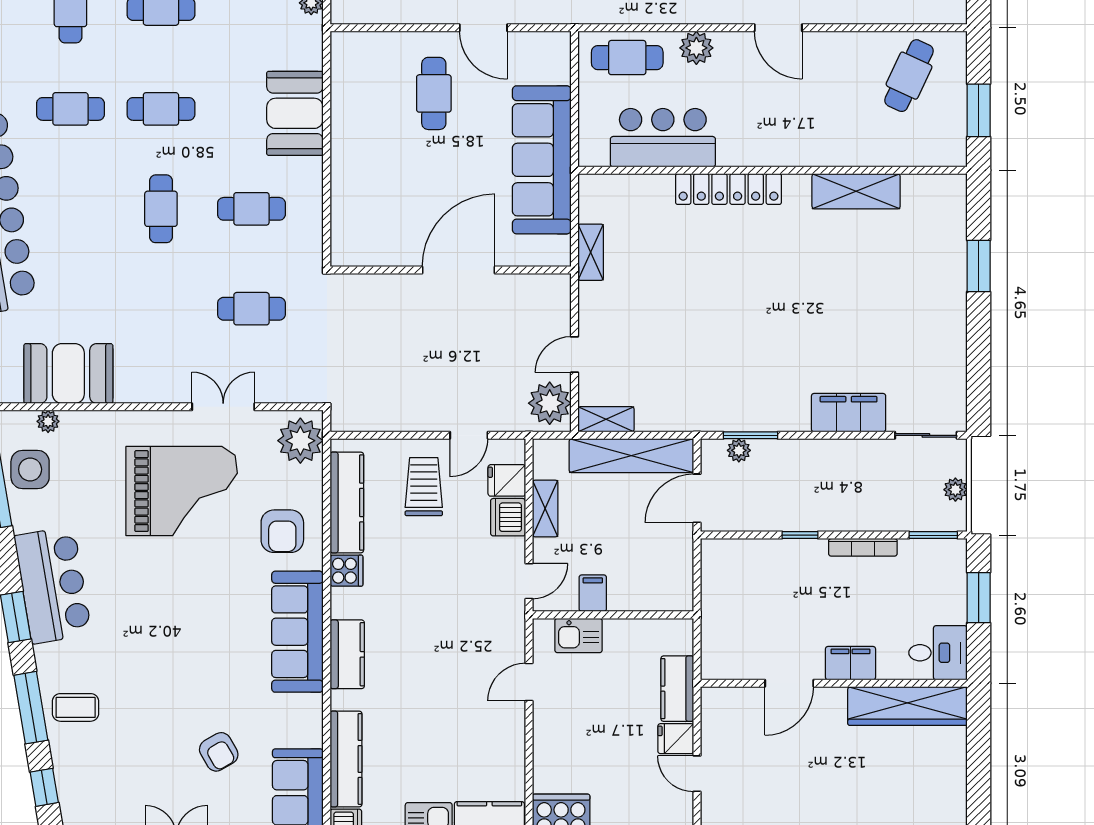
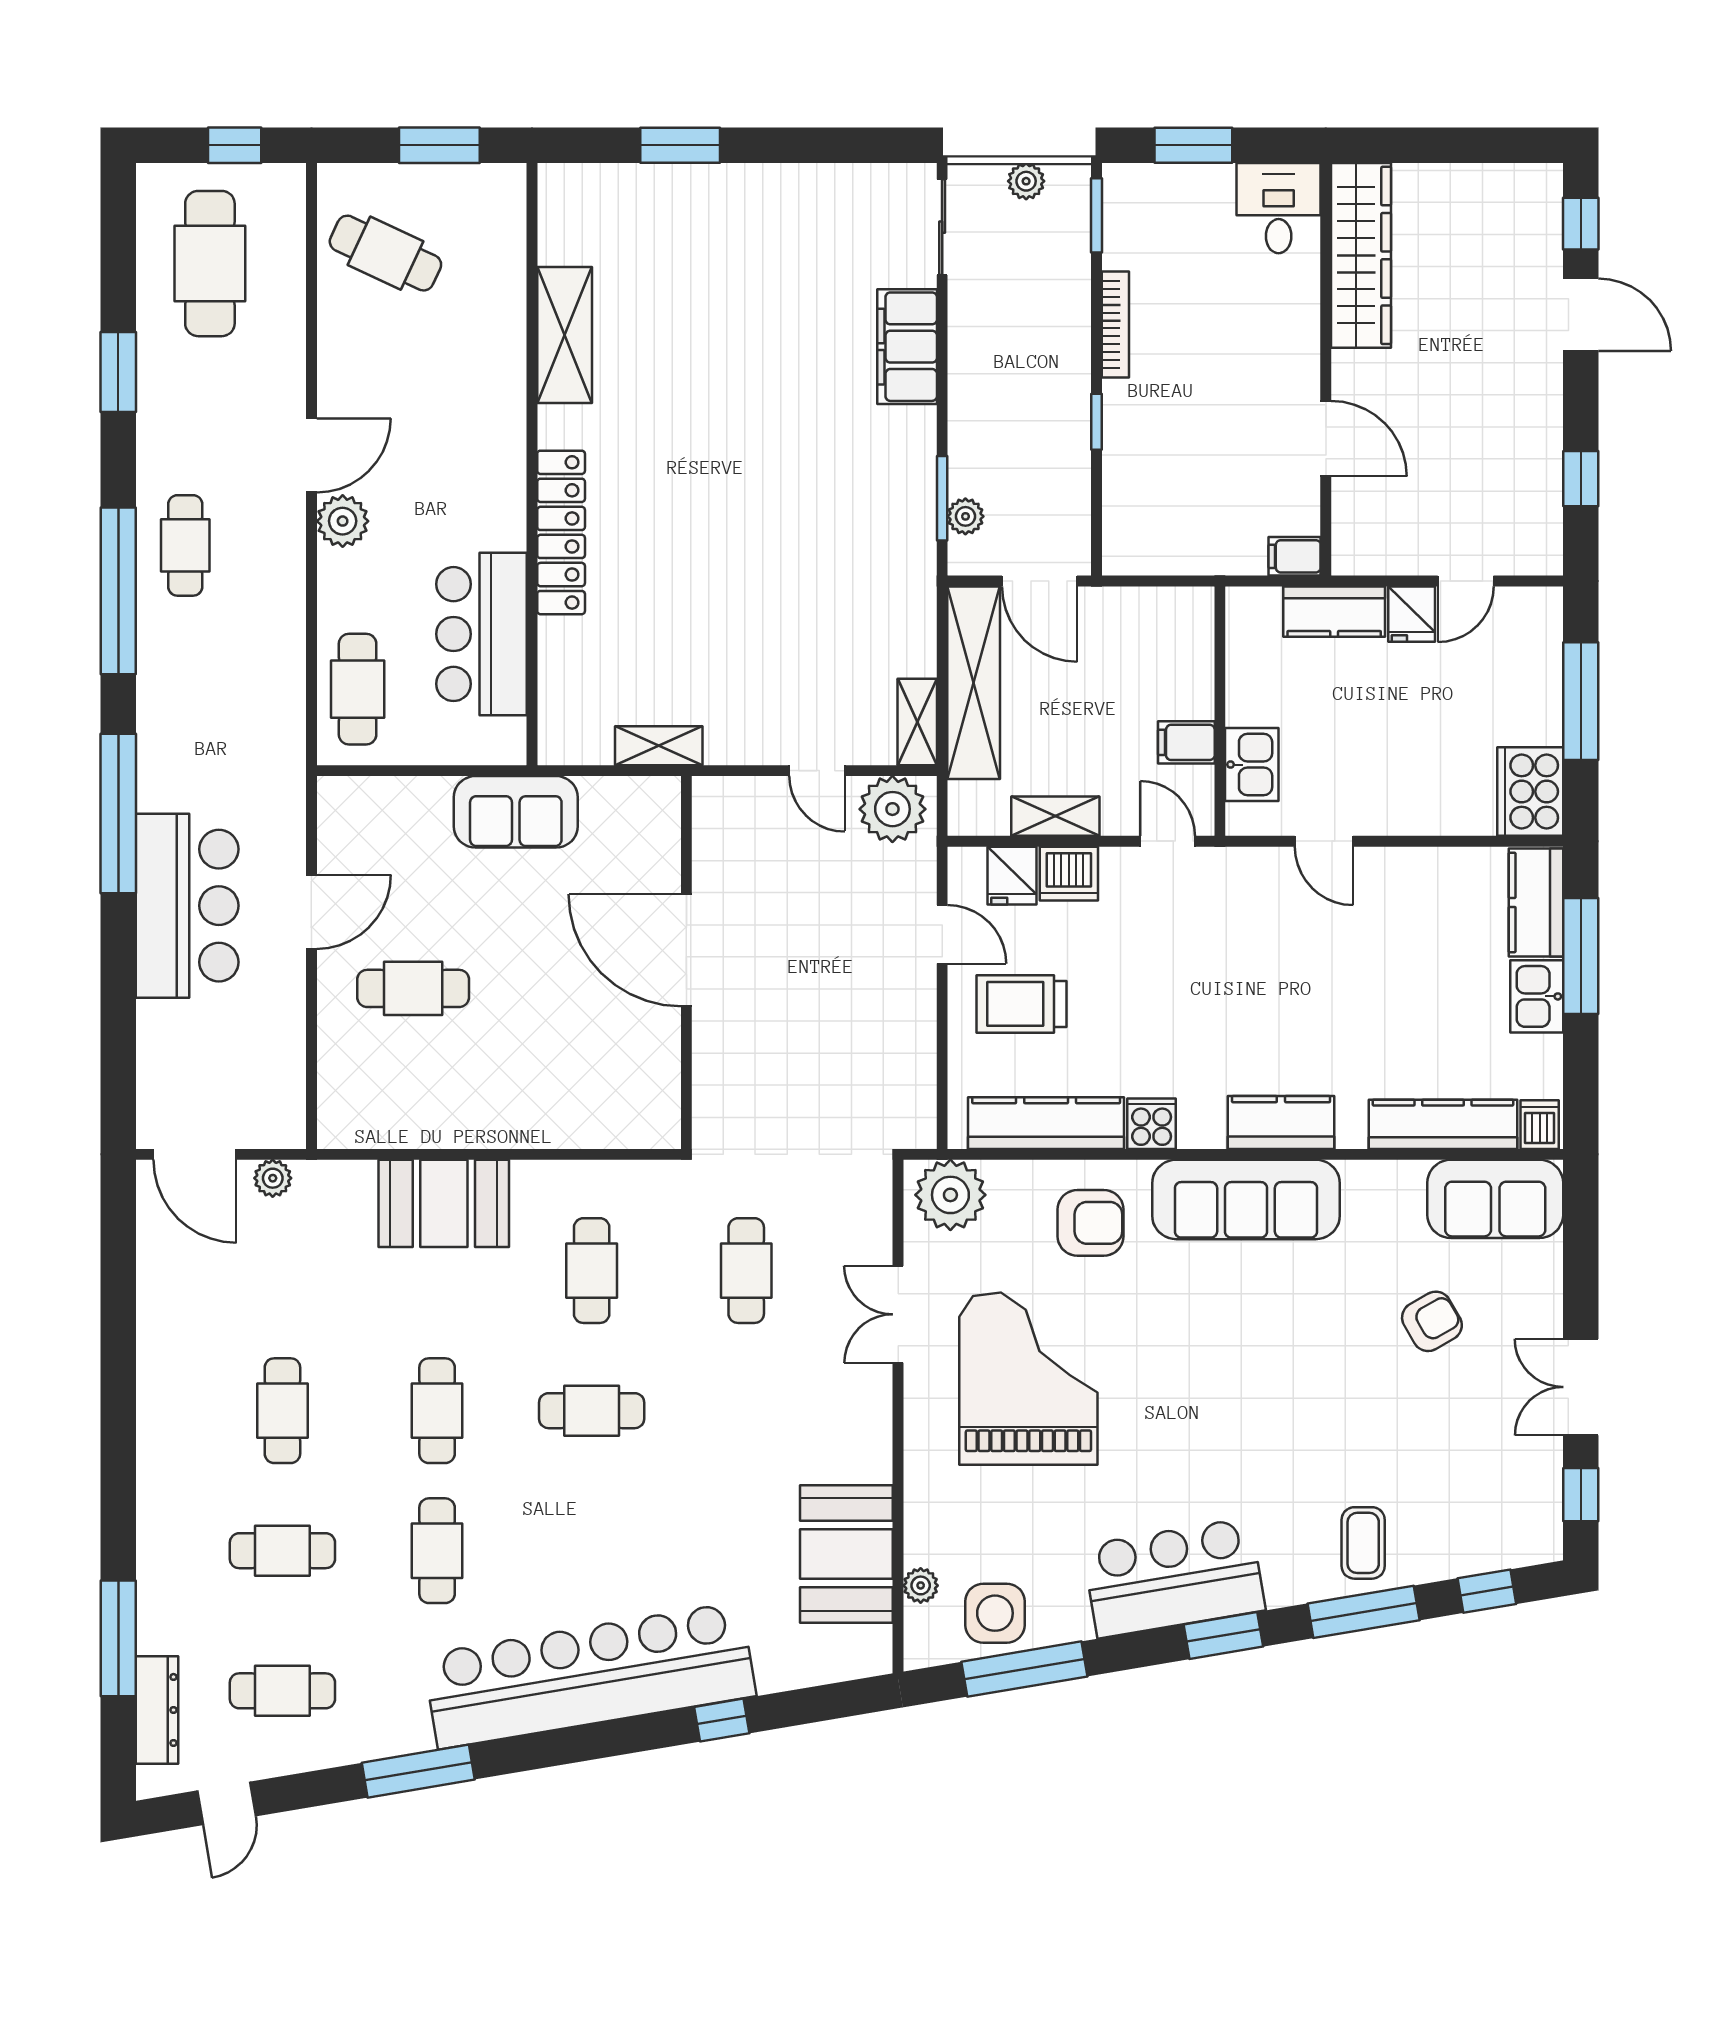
plant: (696, 48) -> (343, 521), moved
sofa: (542, 160) -> (516, 812), width x0.54, depth x0.79
filing cabinet: (850, 663) -> (1295, 556), moved, width x0.50

